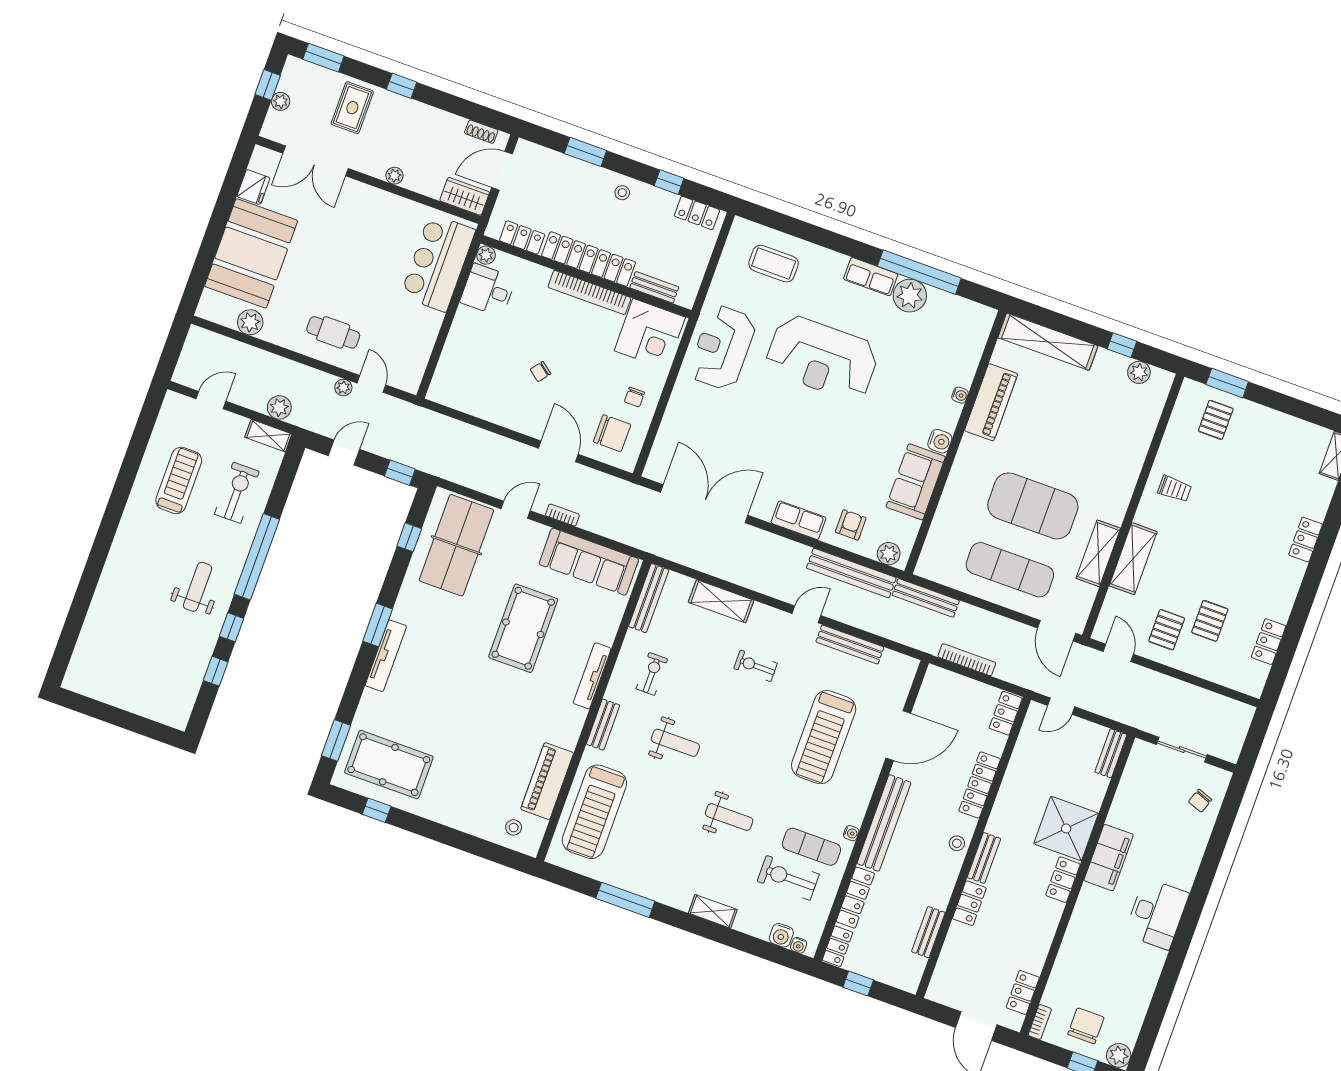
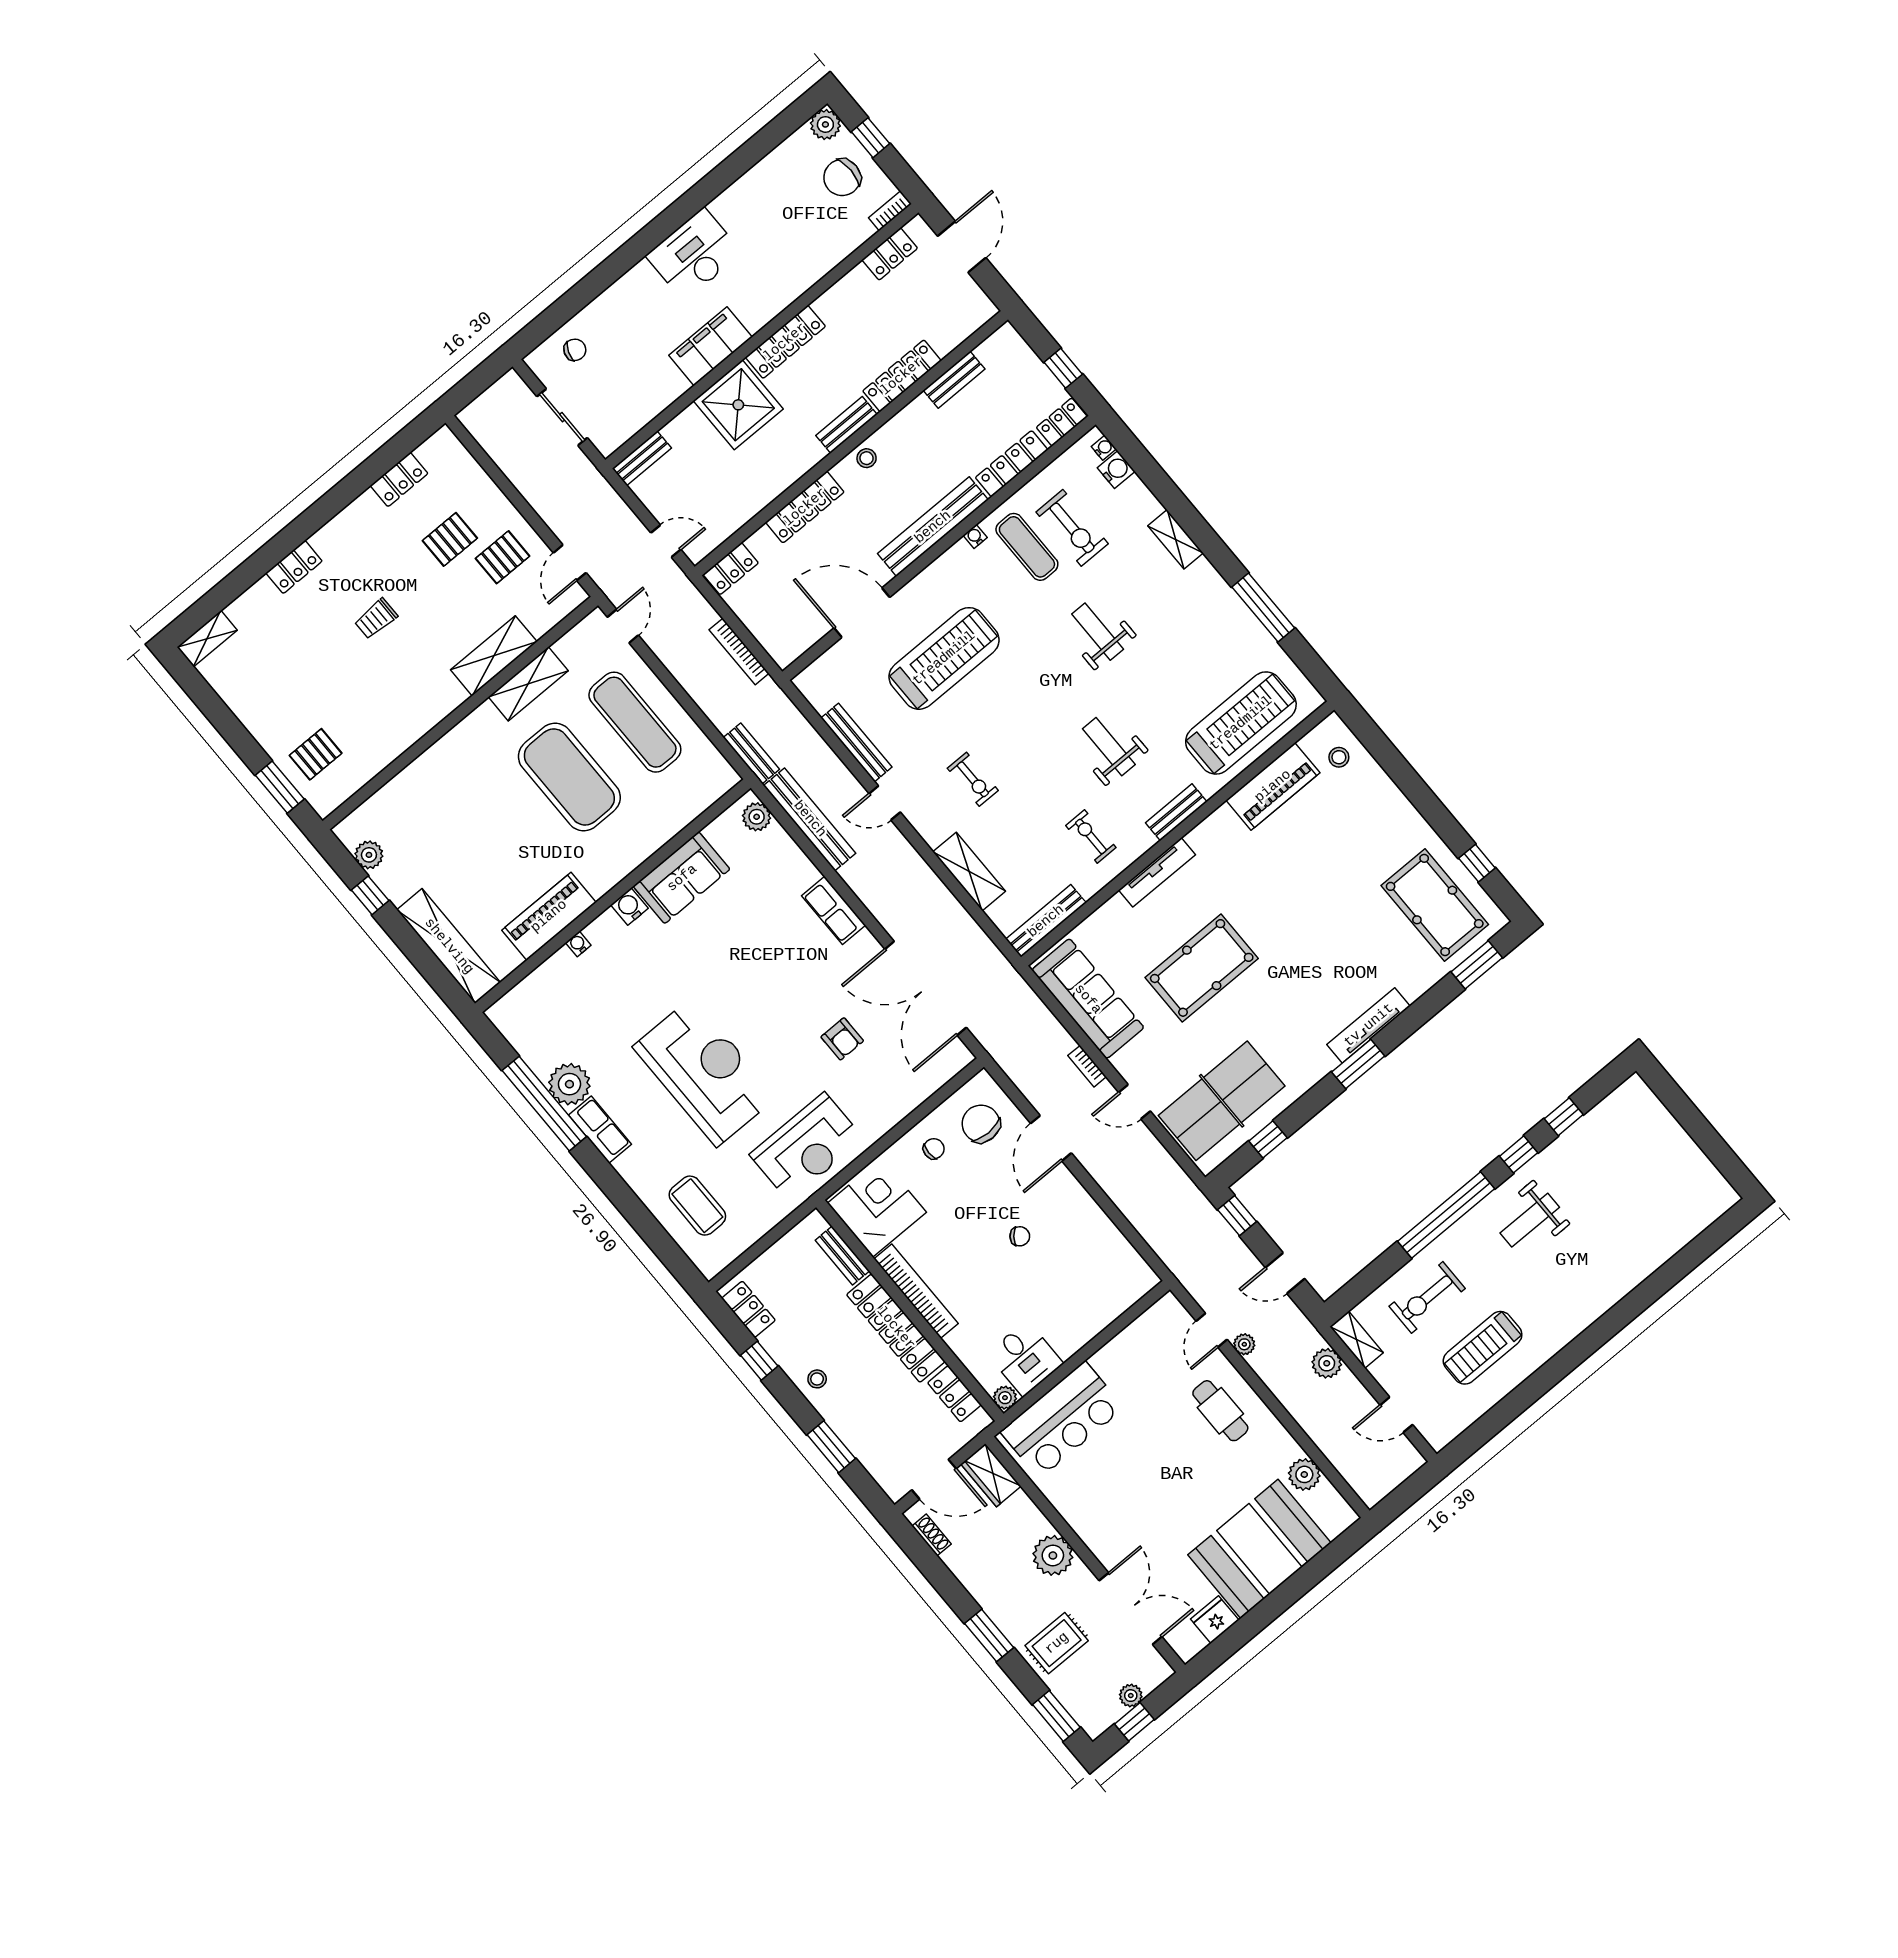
window: (402, 86) -> (989, 1636), width x1.50
plant: (394, 176) -> (1053, 1555), width x1.88, depth x1.88
trolley: (1175, 489) -> (376, 619), moved, turned -90
armchair: (851, 525) -> (842, 1039), moved, turned -90
bench: (926, 598) -> (751, 753), width x0.73
door: (1057, 631) -> (623, 626), width x0.73
exercise bike: (652, 674) -> (1091, 836), turned 90
locker: (1063, 880) -> (785, 342), width x1.53
locker: (969, 903) -> (902, 376), width x1.53

